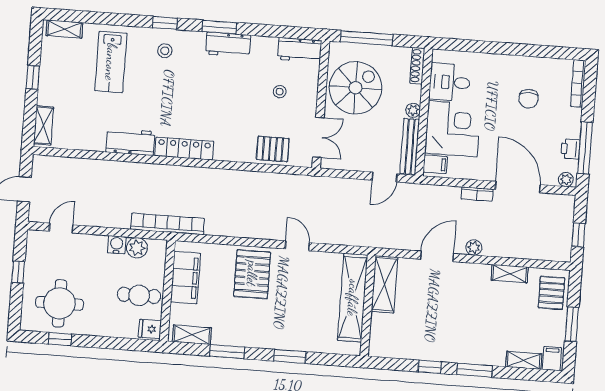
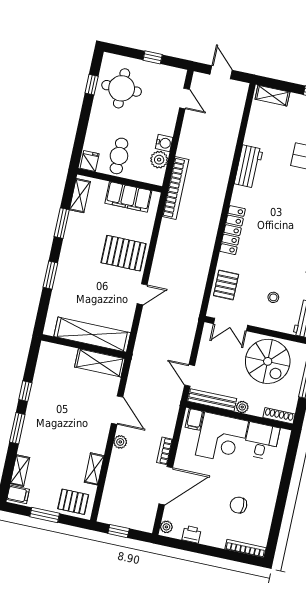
window: (585, 148) -> (191, 547), removed
locker: (184, 149) -> (233, 230), moved

